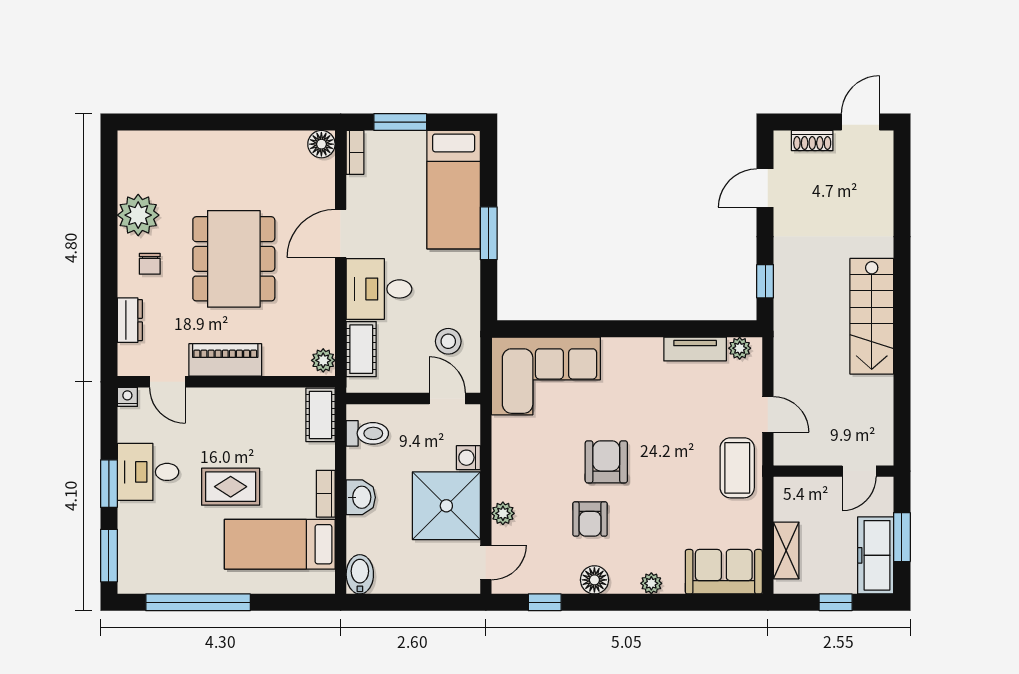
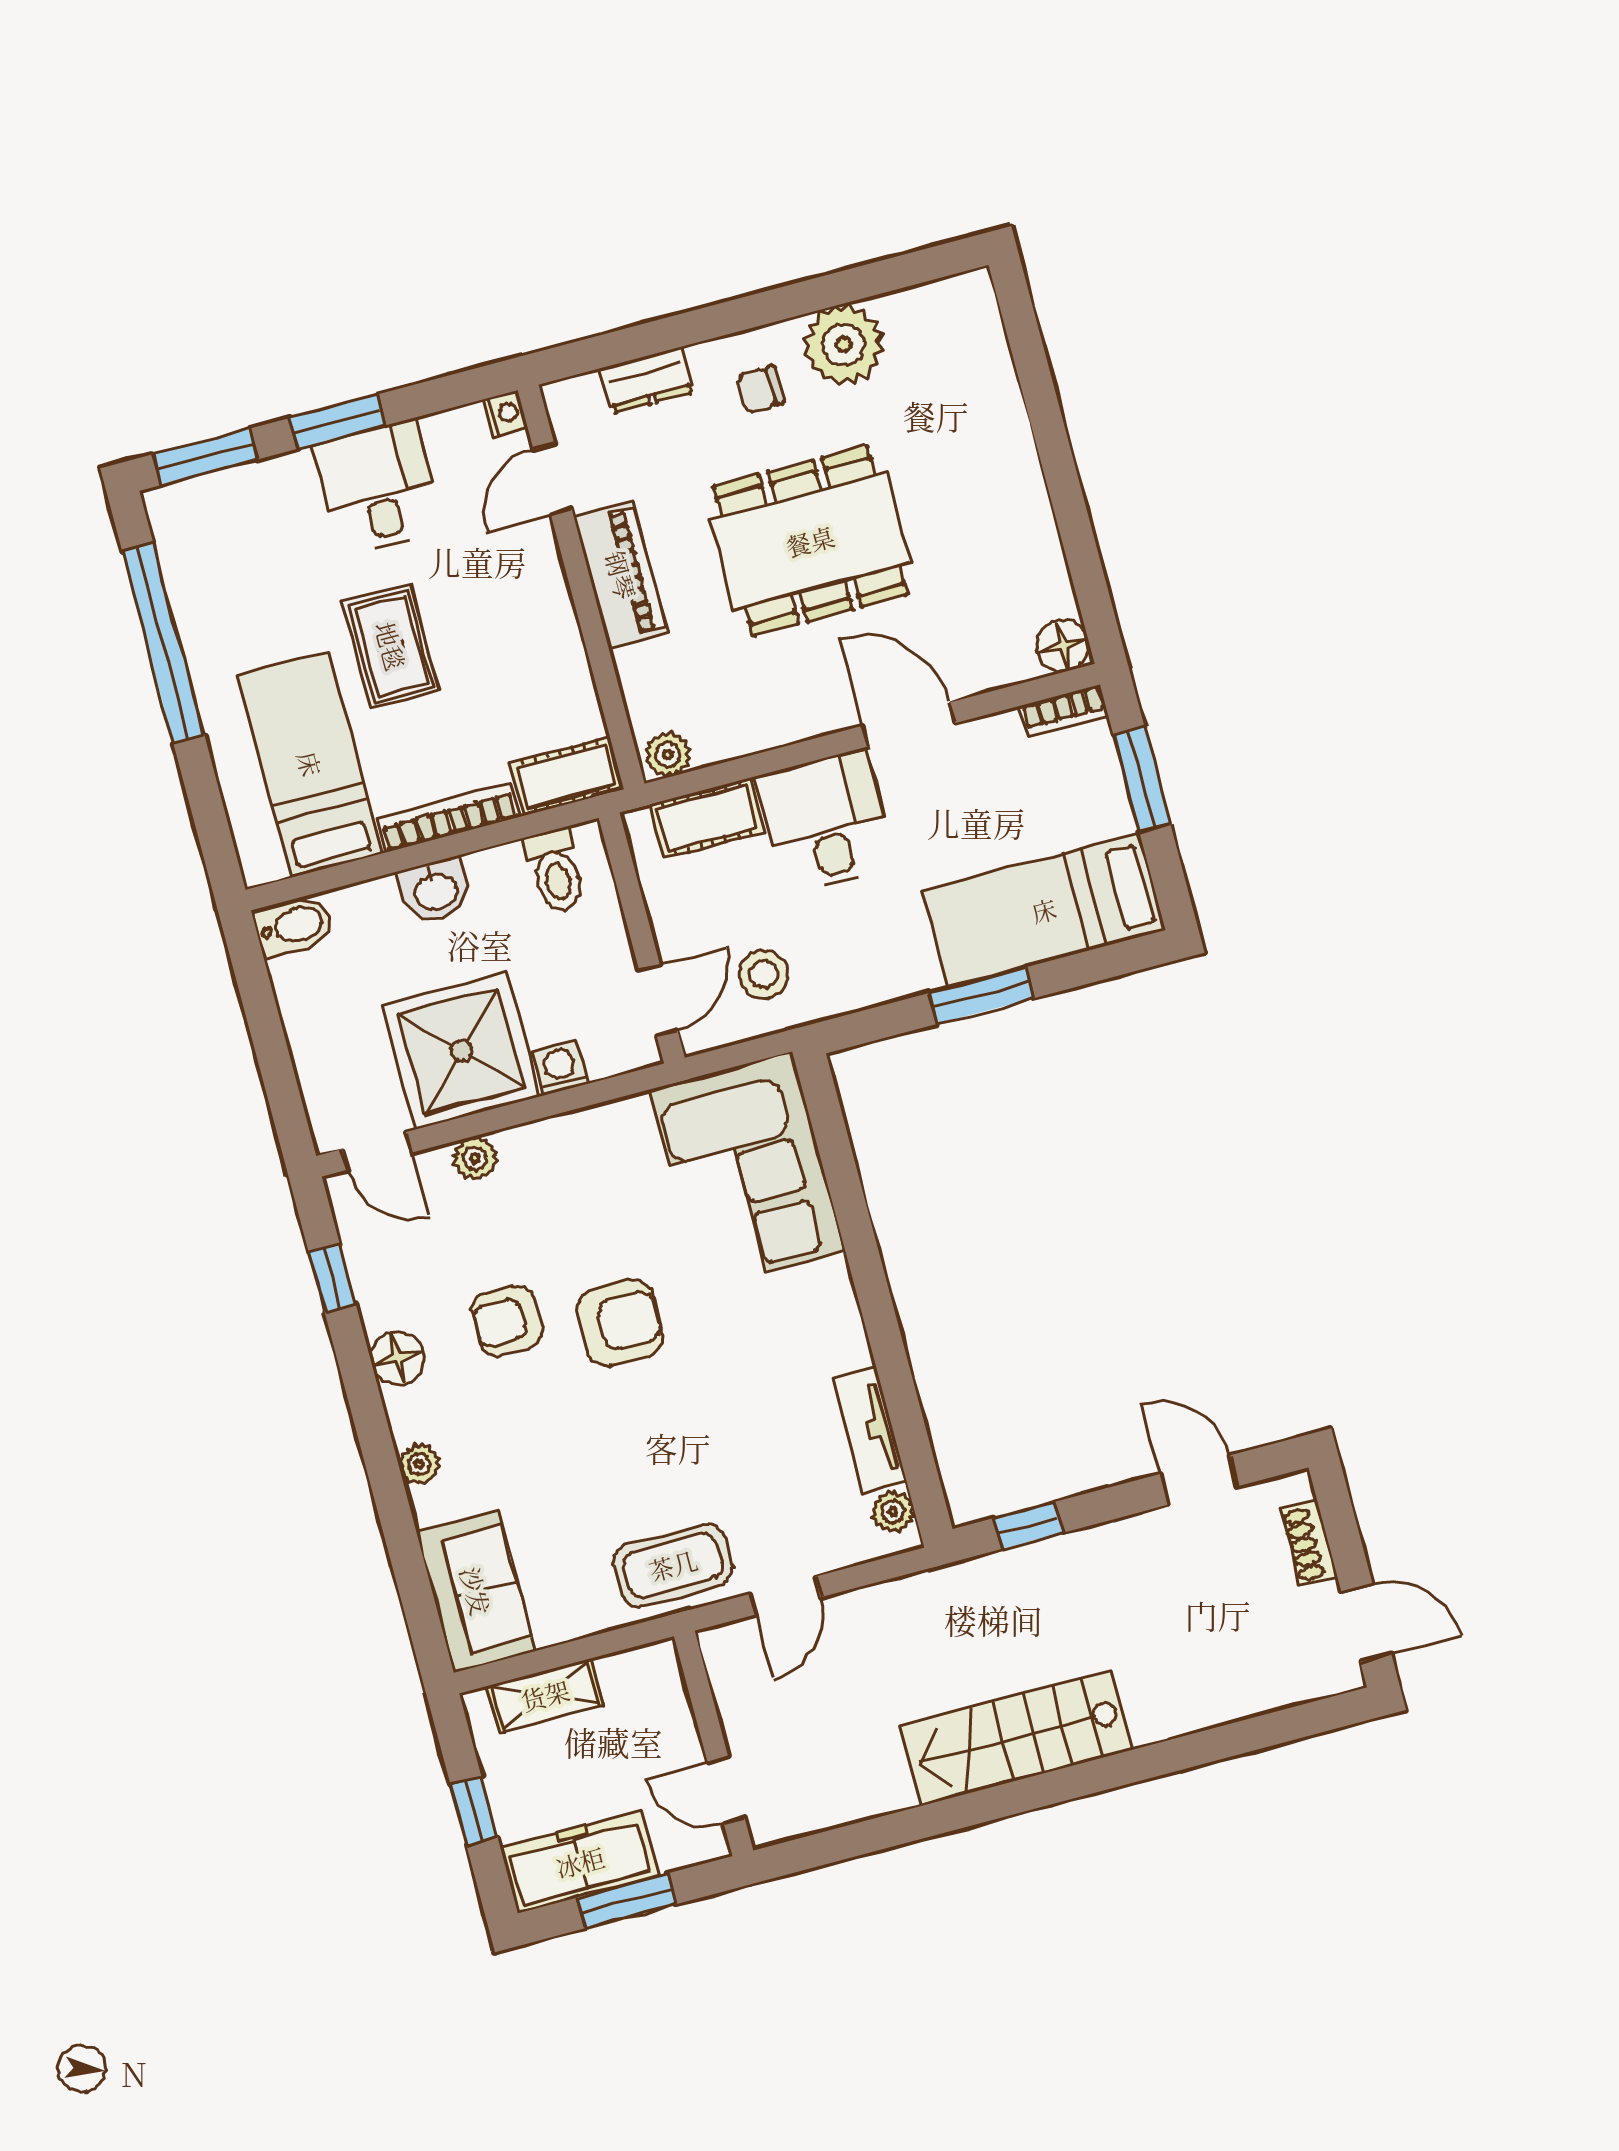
bookcase: (326, 494) -> (449, 818), width x1.56

